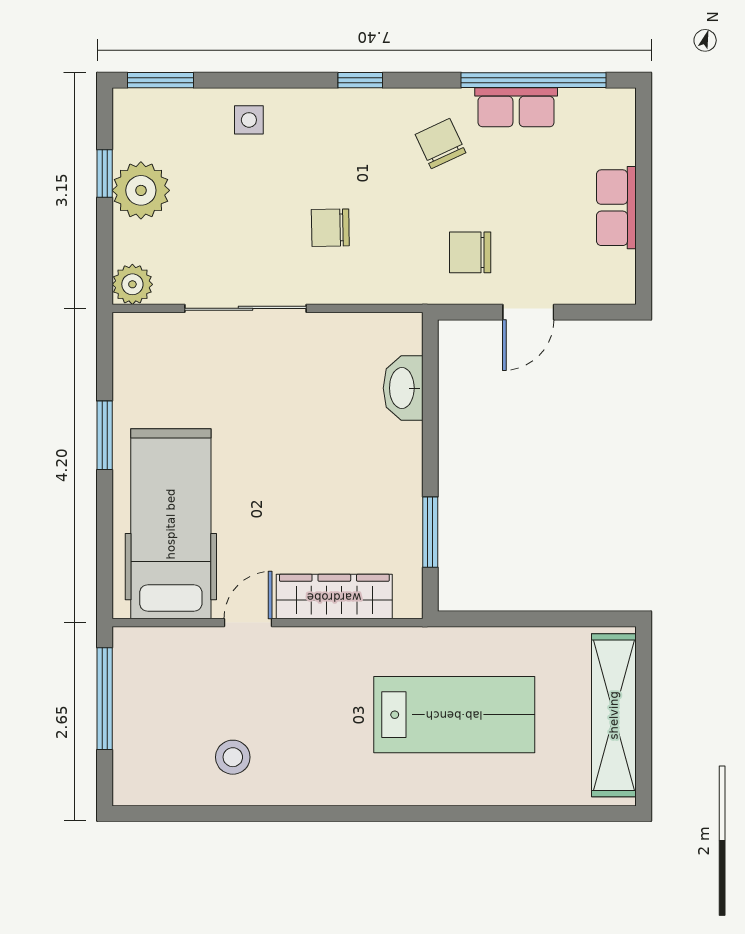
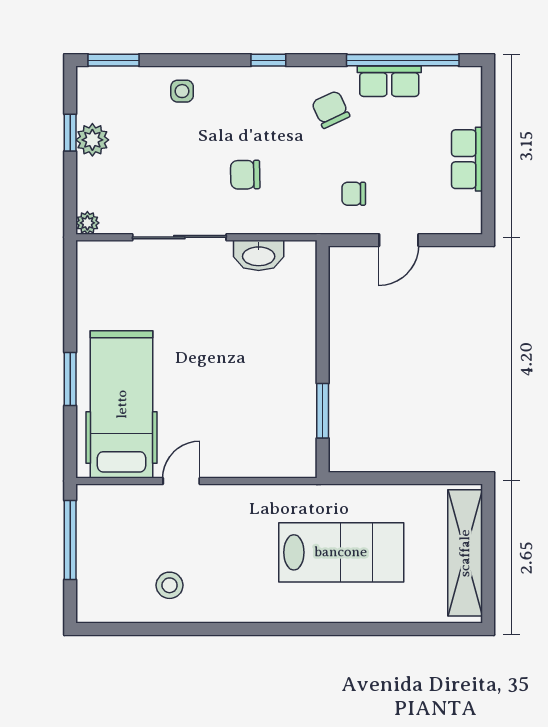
plant: (141, 190) -> (92, 140), width x0.73, depth x0.73
chair: (470, 252) -> (354, 194), width x0.73, depth x0.73
plant: (132, 284) -> (87, 223), width x0.73, depth x0.73
washbasin: (403, 388) -> (259, 255), moved, turned -90
window: (105, 435) -> (70, 379), moved
wardrobe: (334, 597) -> (248, 461), removed

